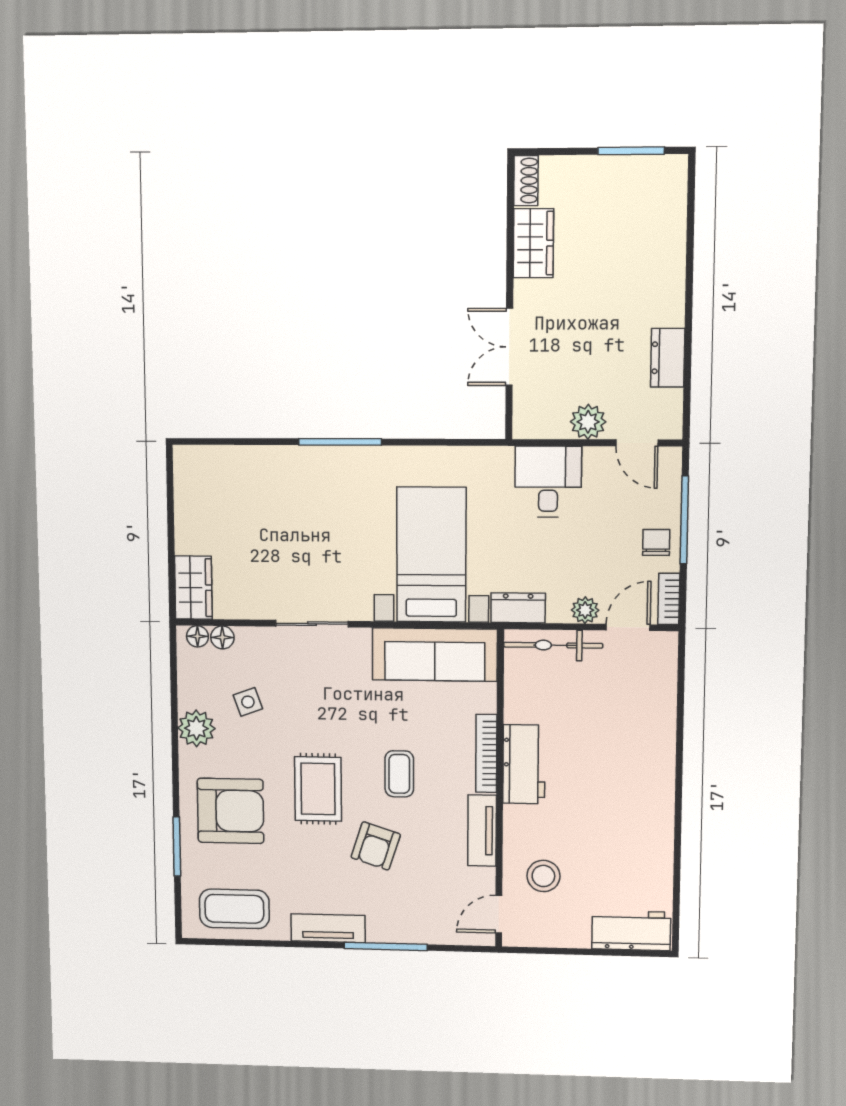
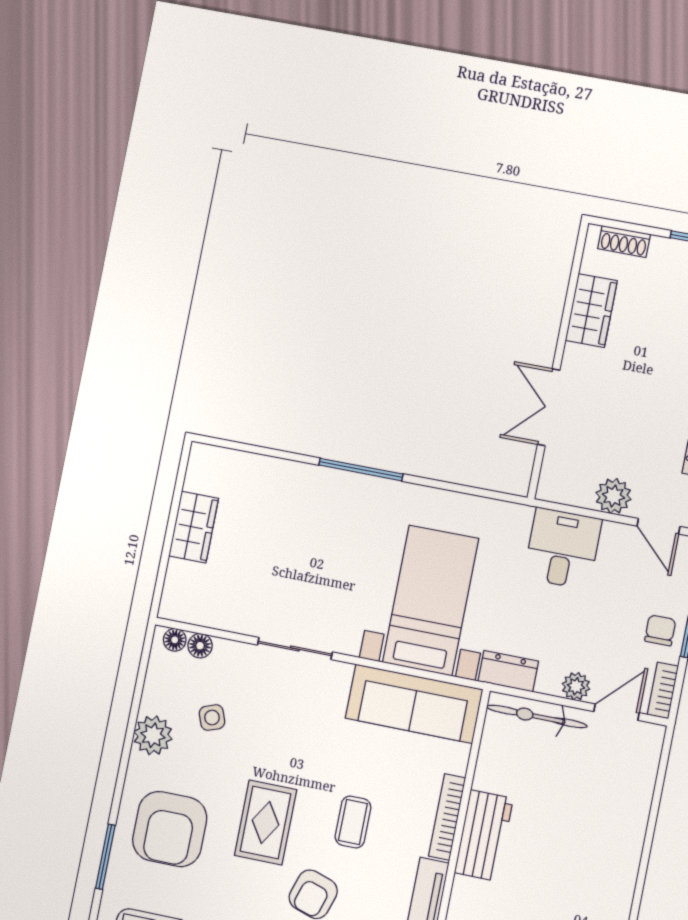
shoe rack: (526, 181) -> (624, 241), moved, turned 90
wardrobe: (193, 588) -> (194, 527), moved
armchair: (231, 811) -> (170, 829), turned 90

